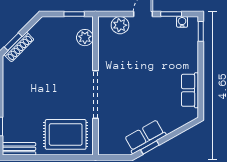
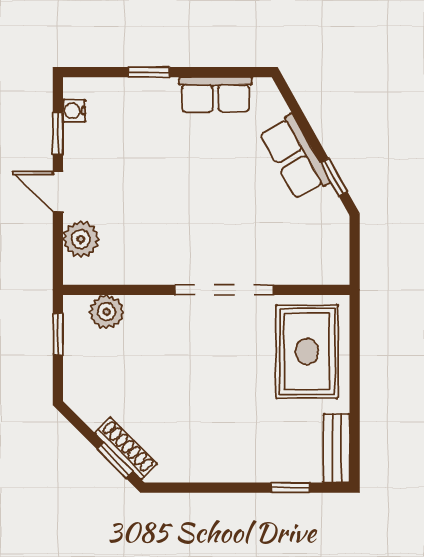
window: (201, 31) -> (149, 72), moved
row of seats: (145, 137) -> (295, 157), moved

